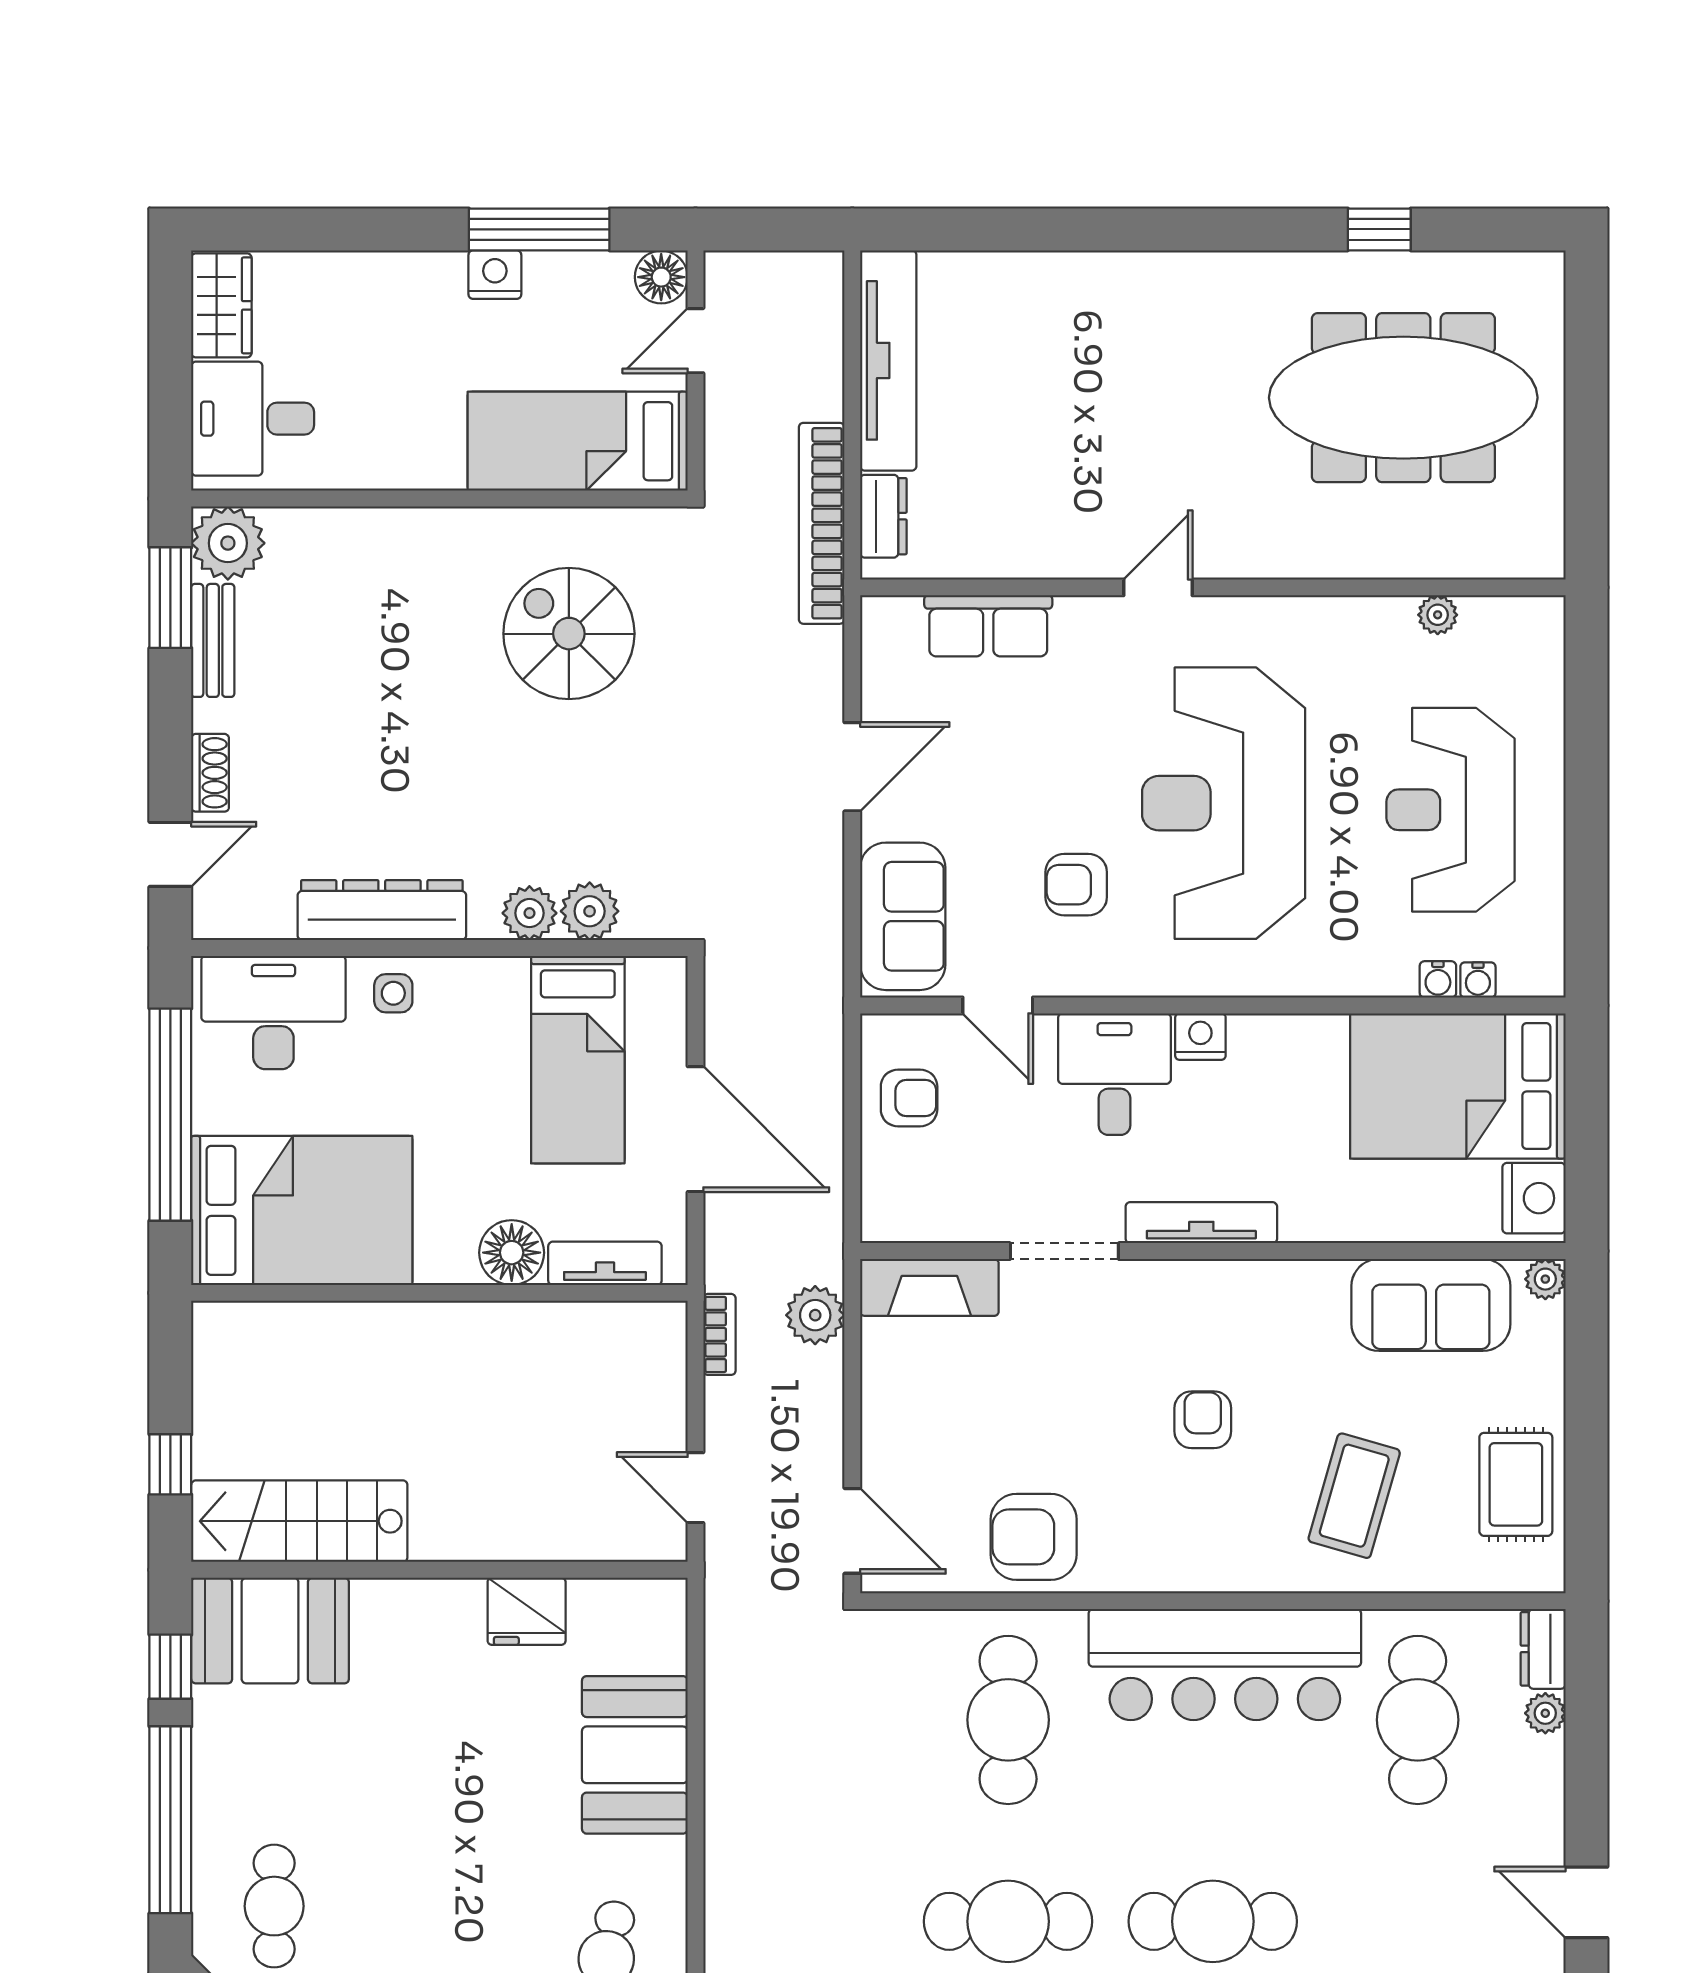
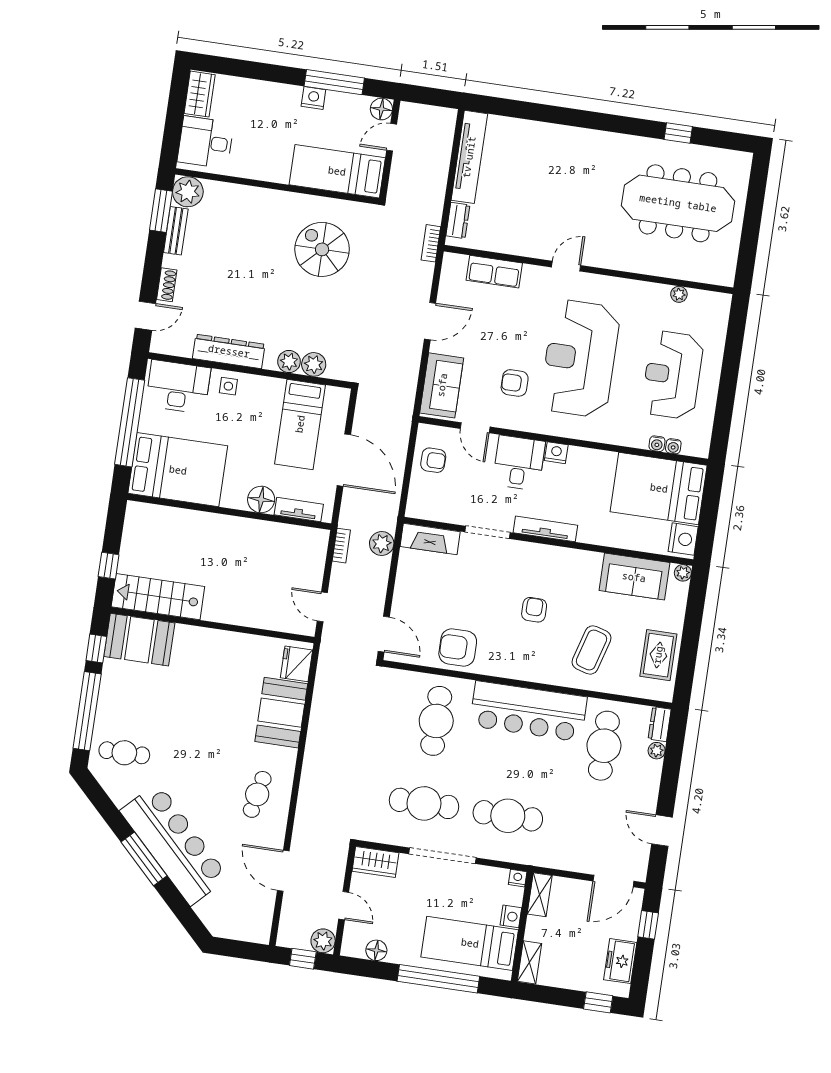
bookcase: (822, 523) -> (431, 243), width x0.43, depth x0.76
fridge: (527, 1611) -> (296, 664), moved, turned 90
cafe table: (274, 1906) -> (124, 753), turned 90

